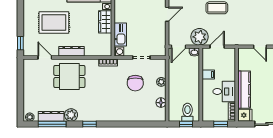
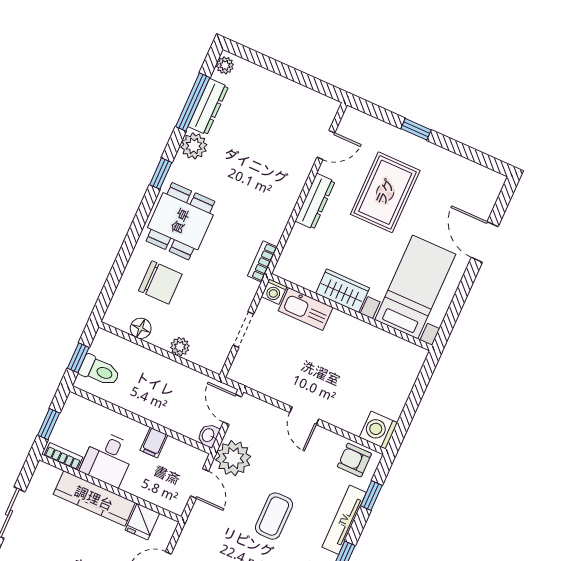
window: (20, 43) -> (416, 129), moved
dining table: (69, 77) -> (180, 221), moved
chair: (135, 83) -> (160, 282), moved, turned 180
fridge: (245, 115) -> (142, 522), moved

